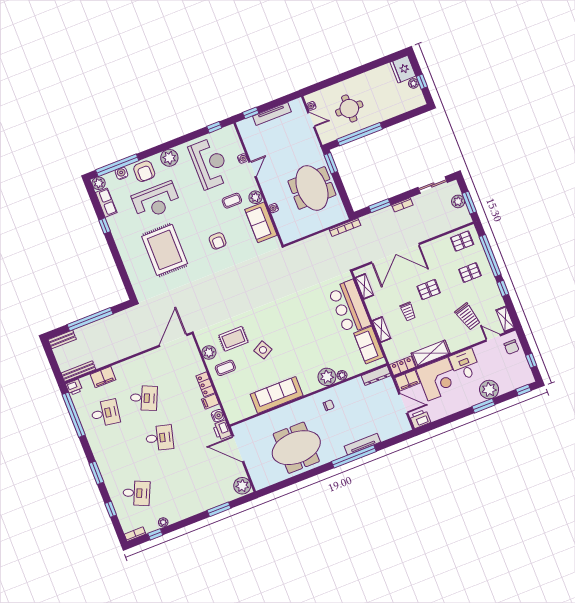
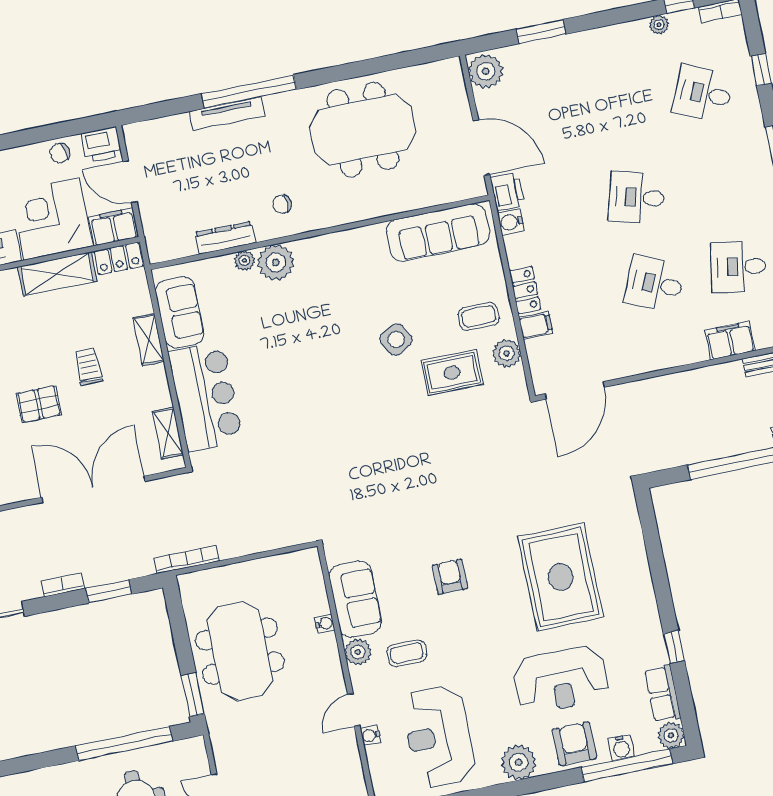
reception desk: (156, 201) -> (561, 680), turned 180
dresser: (376, 376) -> (225, 238), moved
sofa: (277, 395) -> (438, 232), moved
filing cabinet: (210, 401) -> (536, 325), moved
chair: (439, 411) -> (60, 153), added

